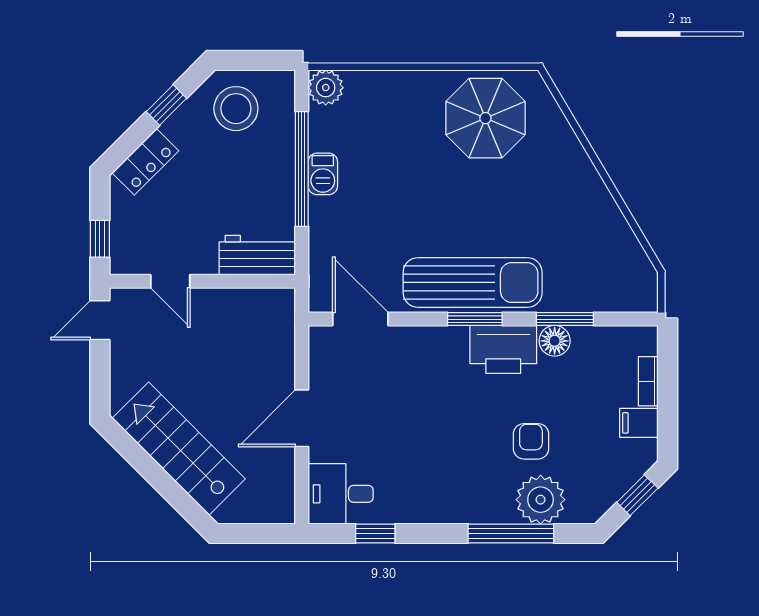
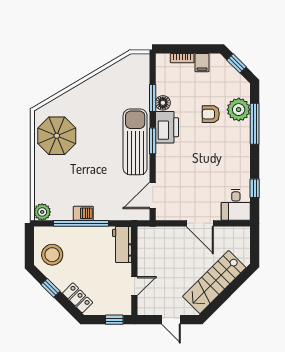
door: (100, 320) -> (171, 320), moved

